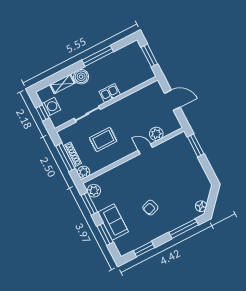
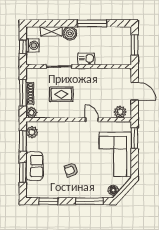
plant: (156, 134) -> (120, 112), moved
corner sofa: (185, 170) -> (115, 154), added

